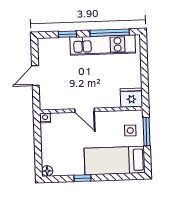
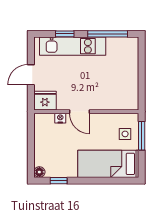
kitchen unit: (103, 45) -> (73, 46), moved
fridge: (131, 98) -> (45, 101), moved
nightstand: (45, 118) -> (60, 118), moved
window: (82, 178) -> (59, 181), moved

